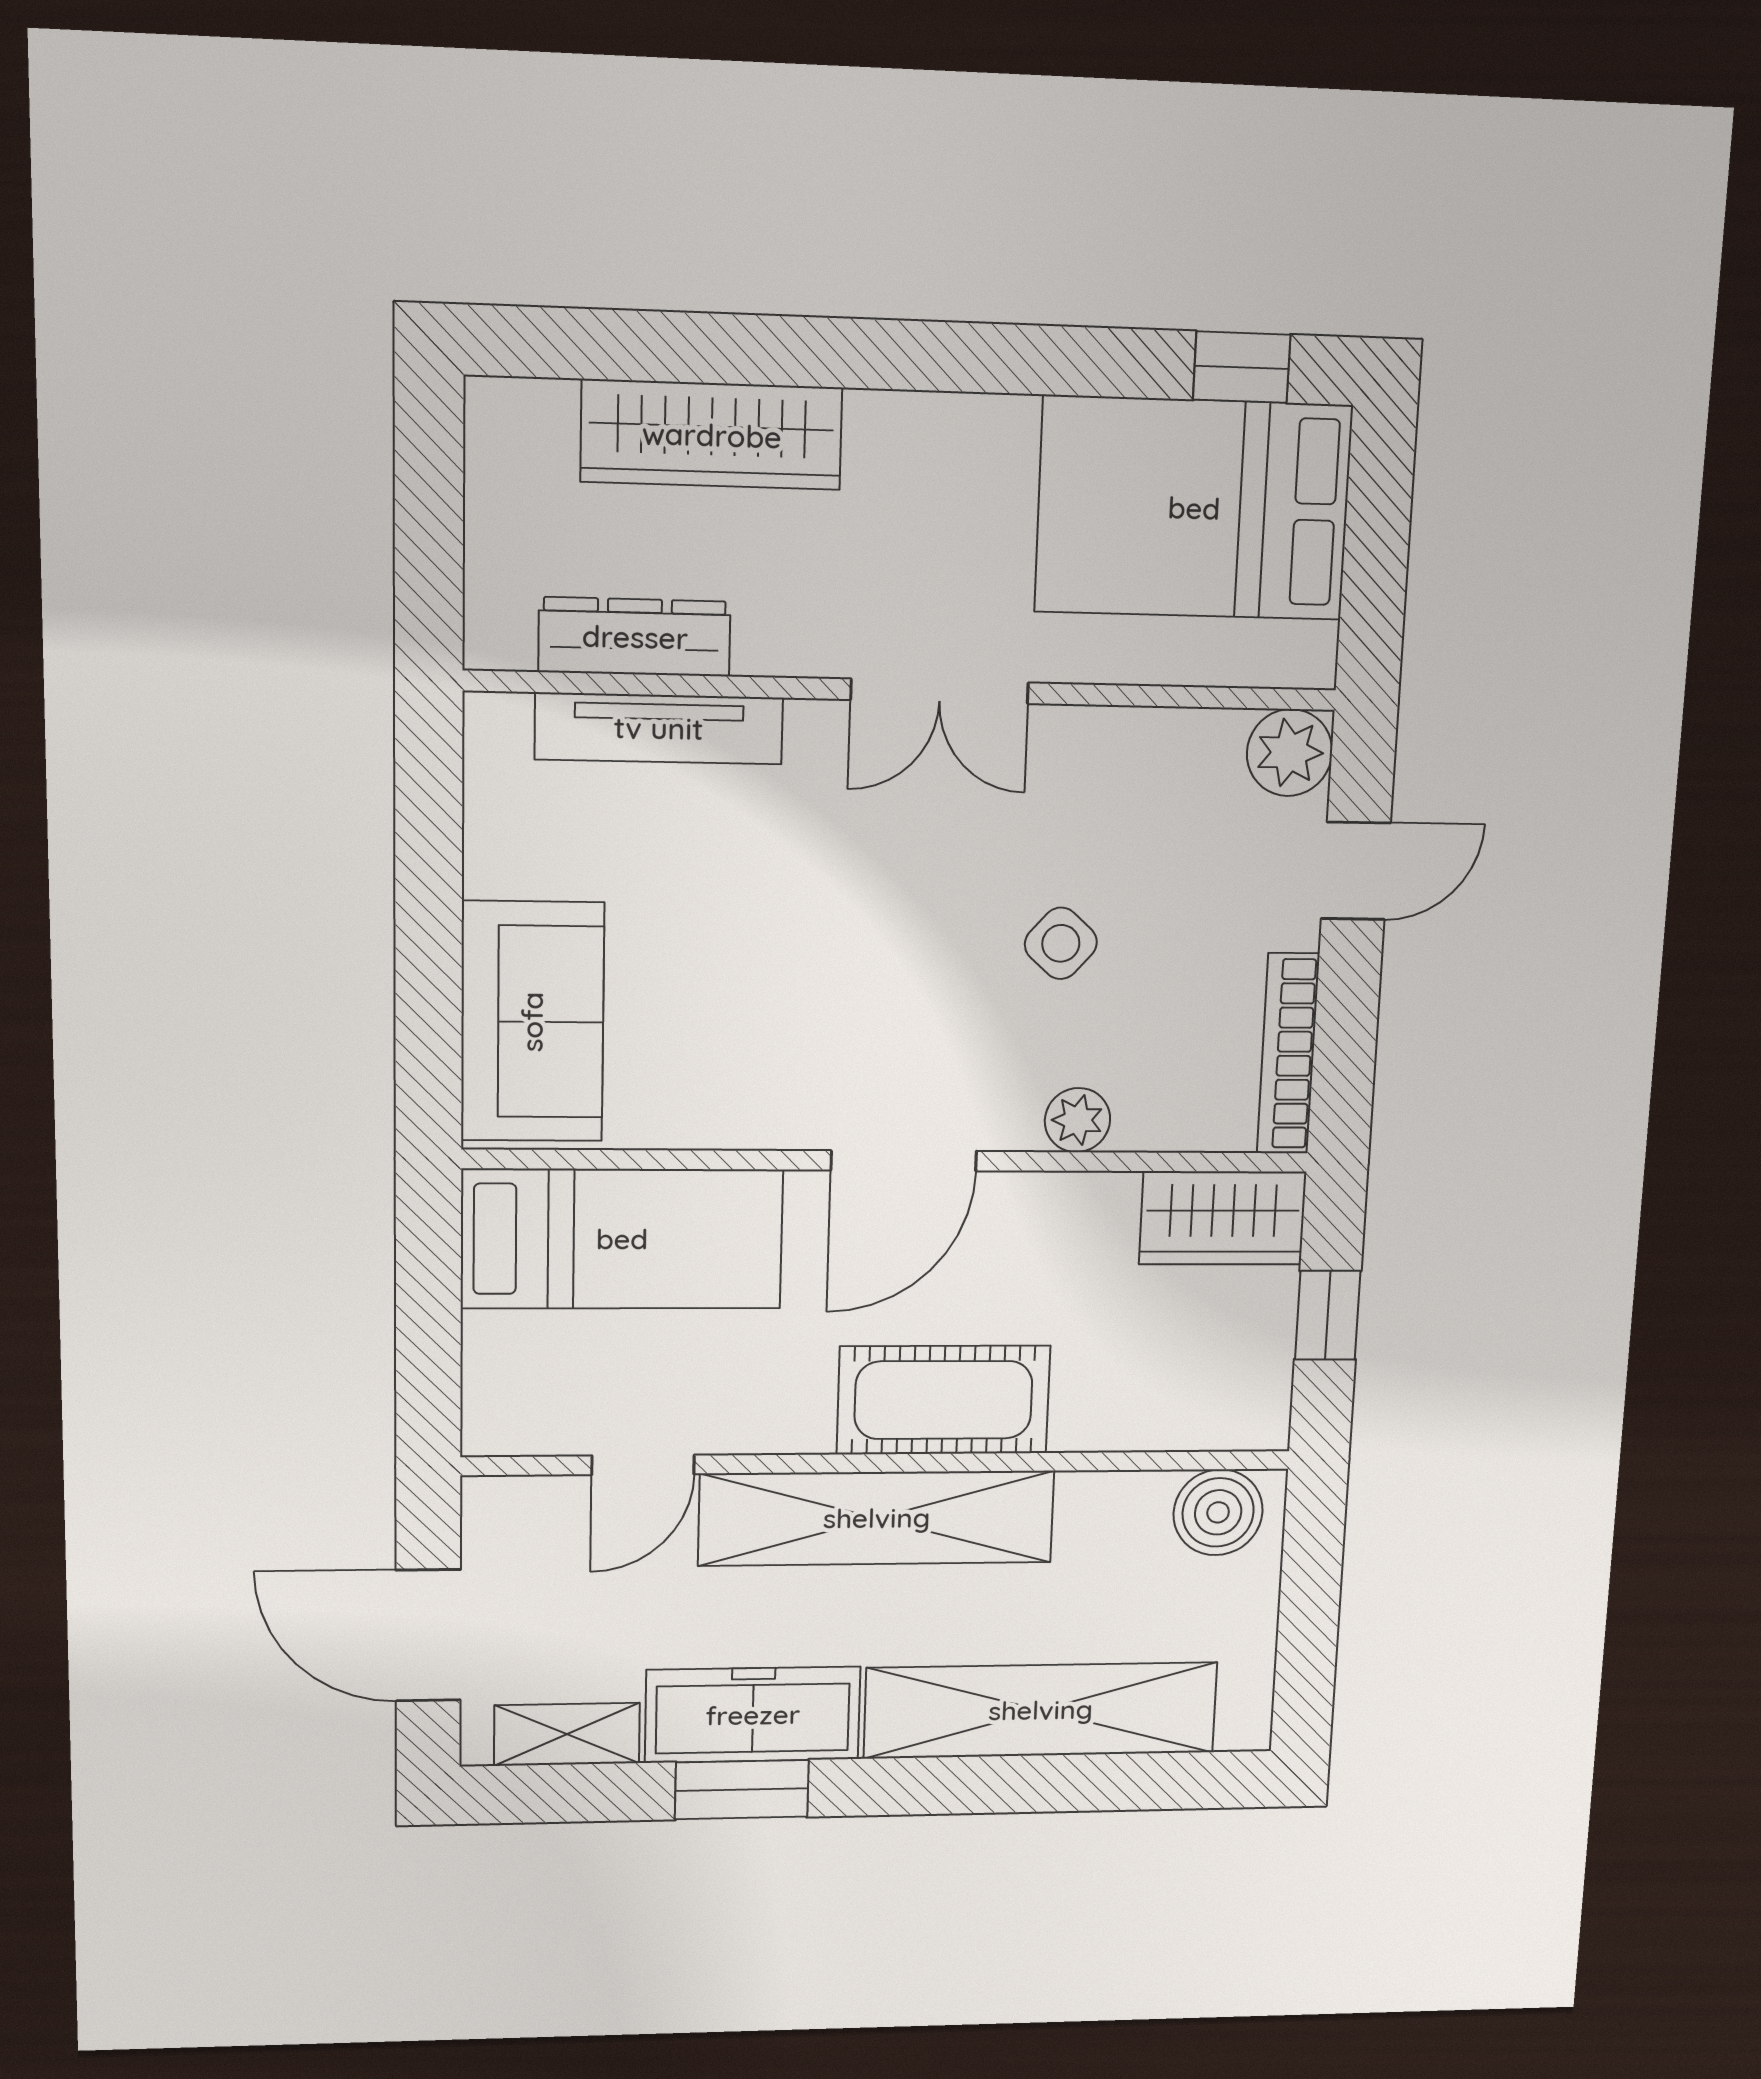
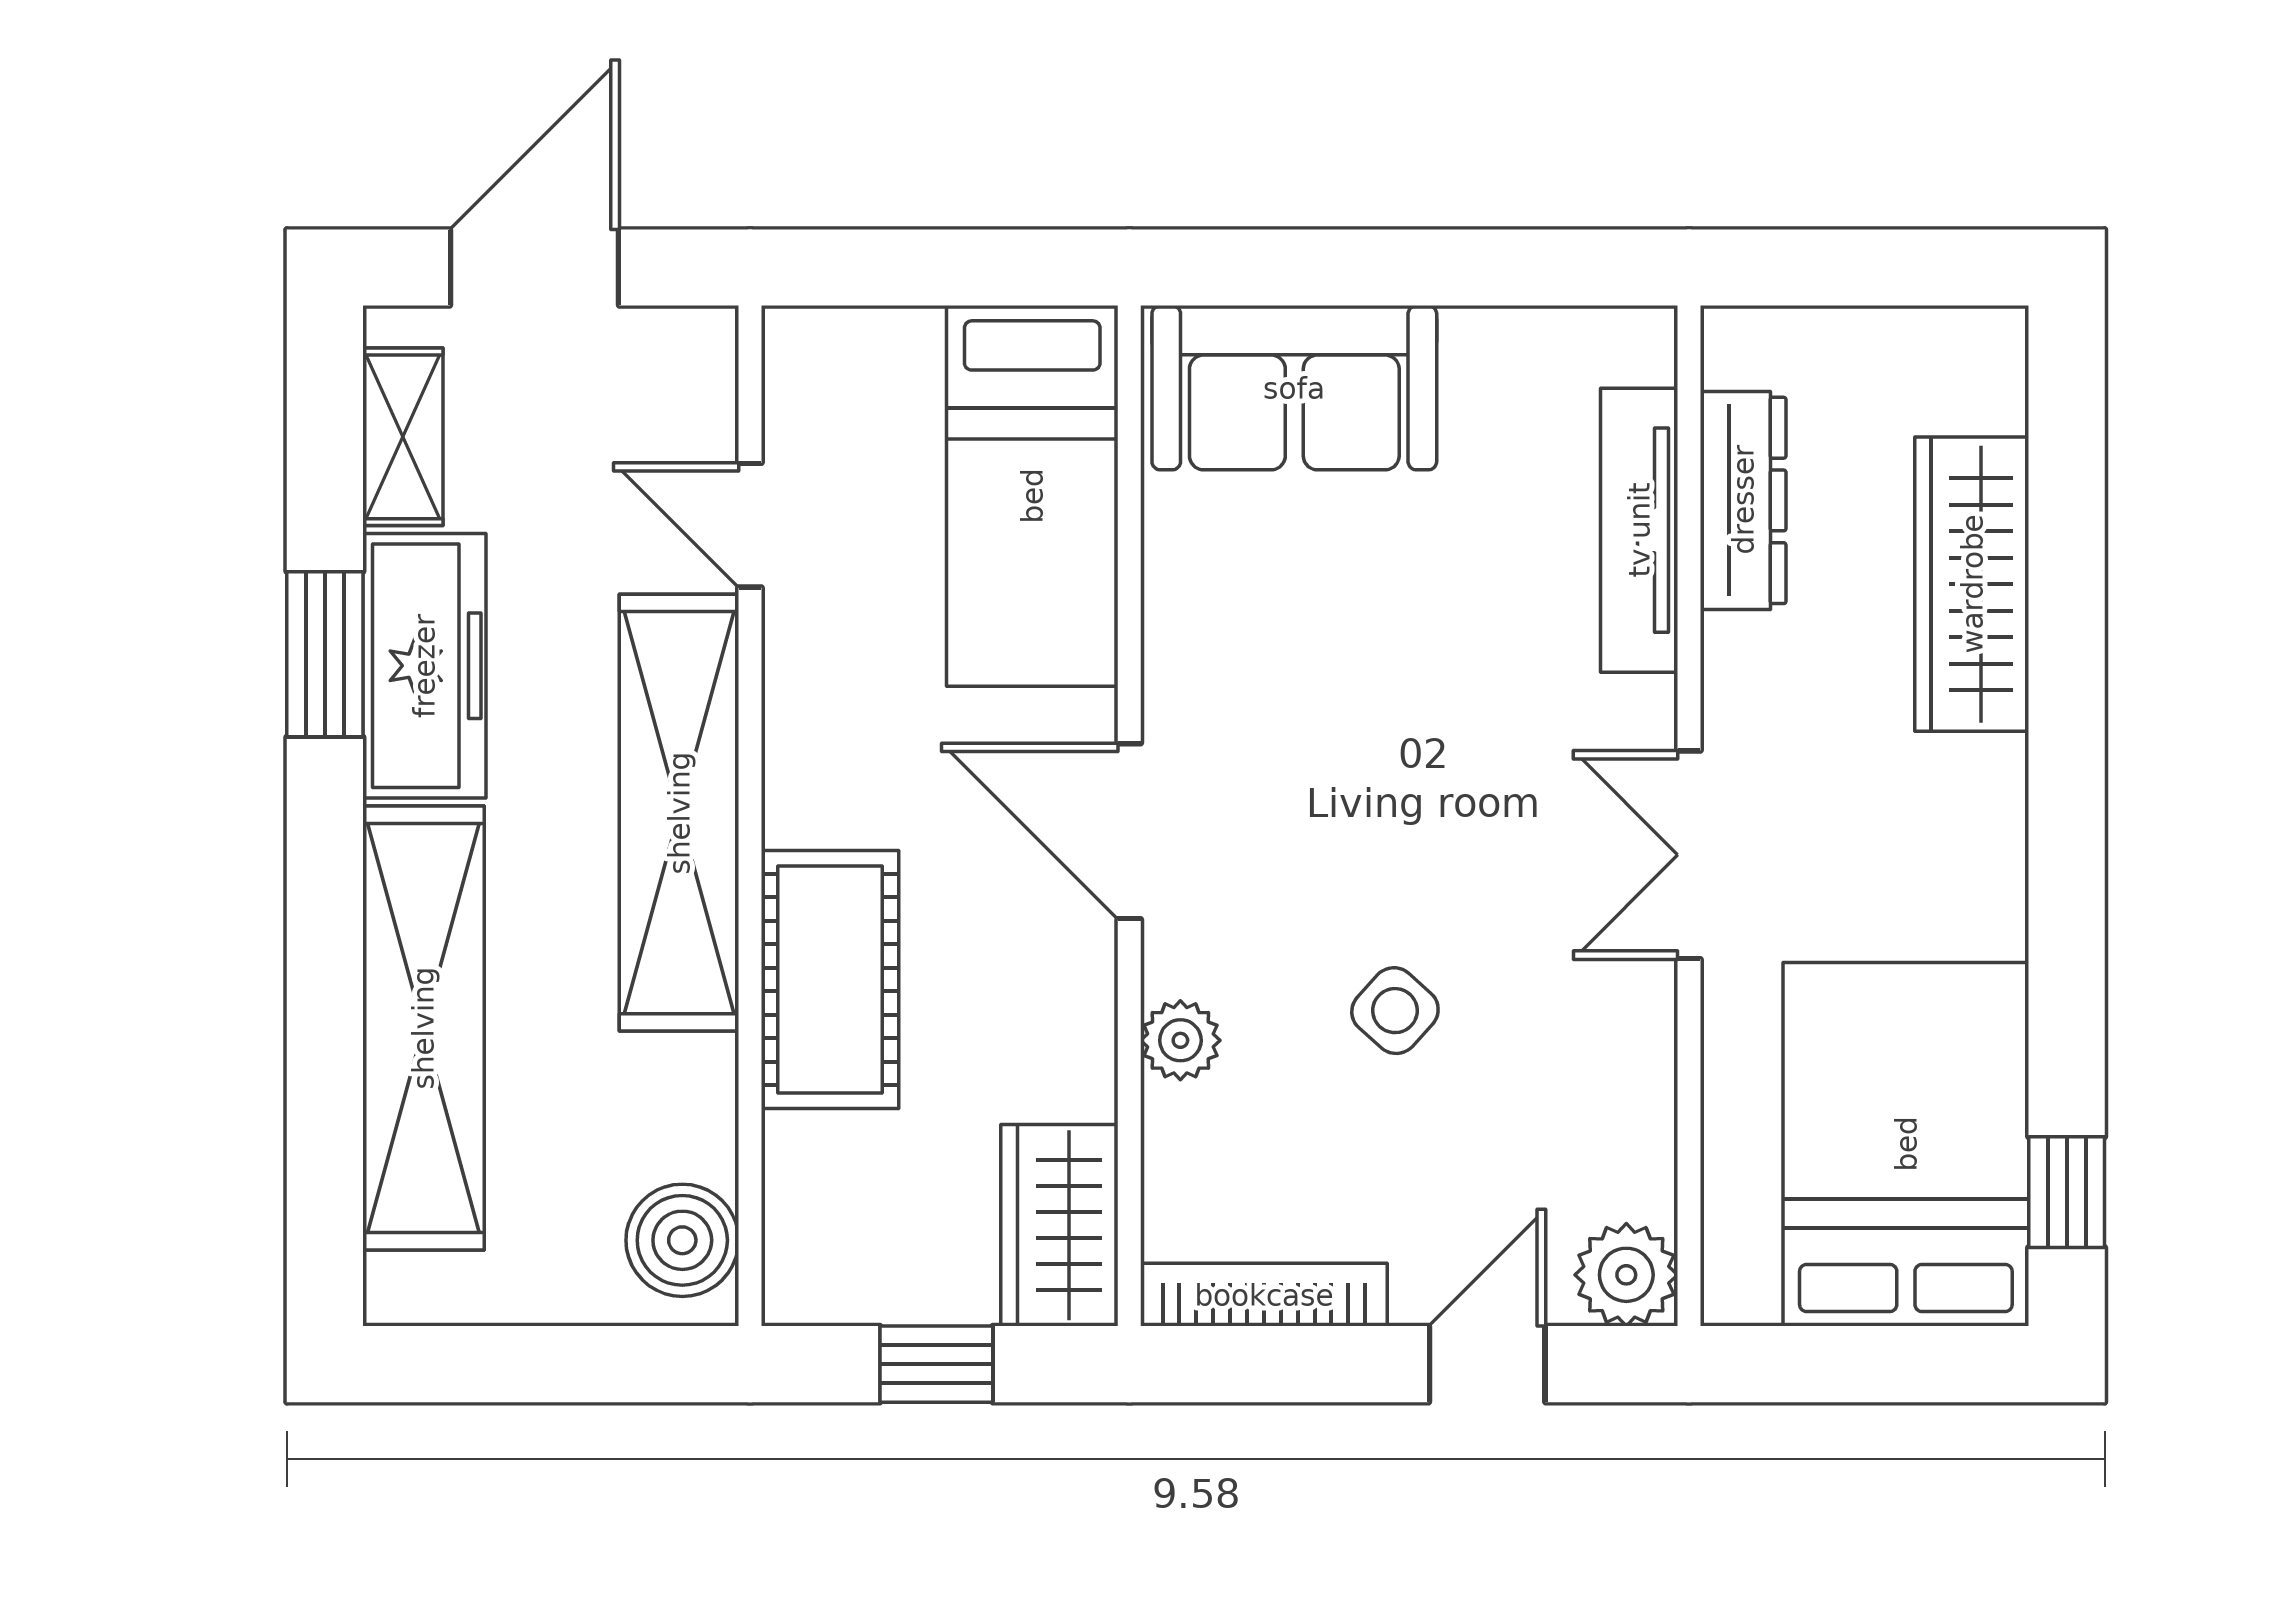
door: (1356, 871) -> (1487, 1364), swing flipped
cot: (944, 1400) -> (830, 980), moved

